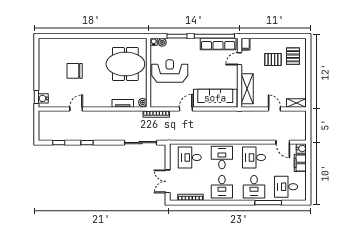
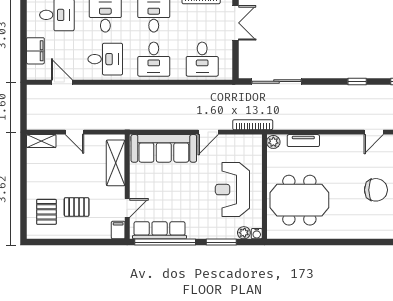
reception desk: (170, 71) -> (232, 190), turned 90
water cooler: (301, 149) -> (34, 73), removed
desk: (190, 157) -> (202, 59), turned 90

